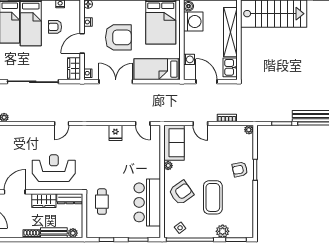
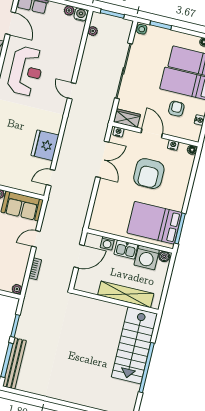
kitchen sink: (230, 67) -> (126, 250), moved, turned 180
bed: (157, 69) -> (105, 207), removed
fridge: (115, 133) -> (45, 145), width x1.88, depth x1.34

